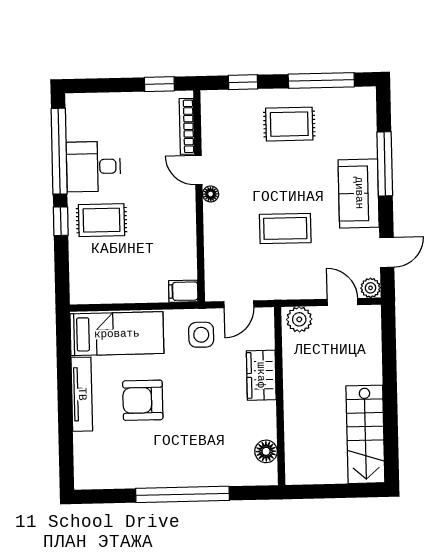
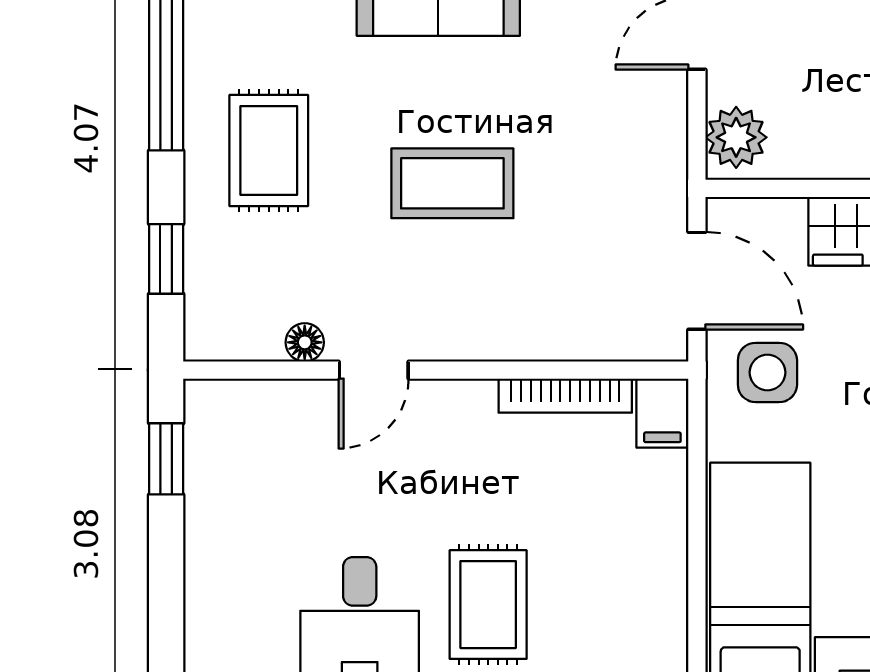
bookcase: (187, 126) -> (565, 396), moved
floor lamp: (211, 194) -> (305, 342), moved
coffee table: (285, 228) -> (452, 183), moved, turned 90
door: (239, 304) -> (697, 281), width x1.38

